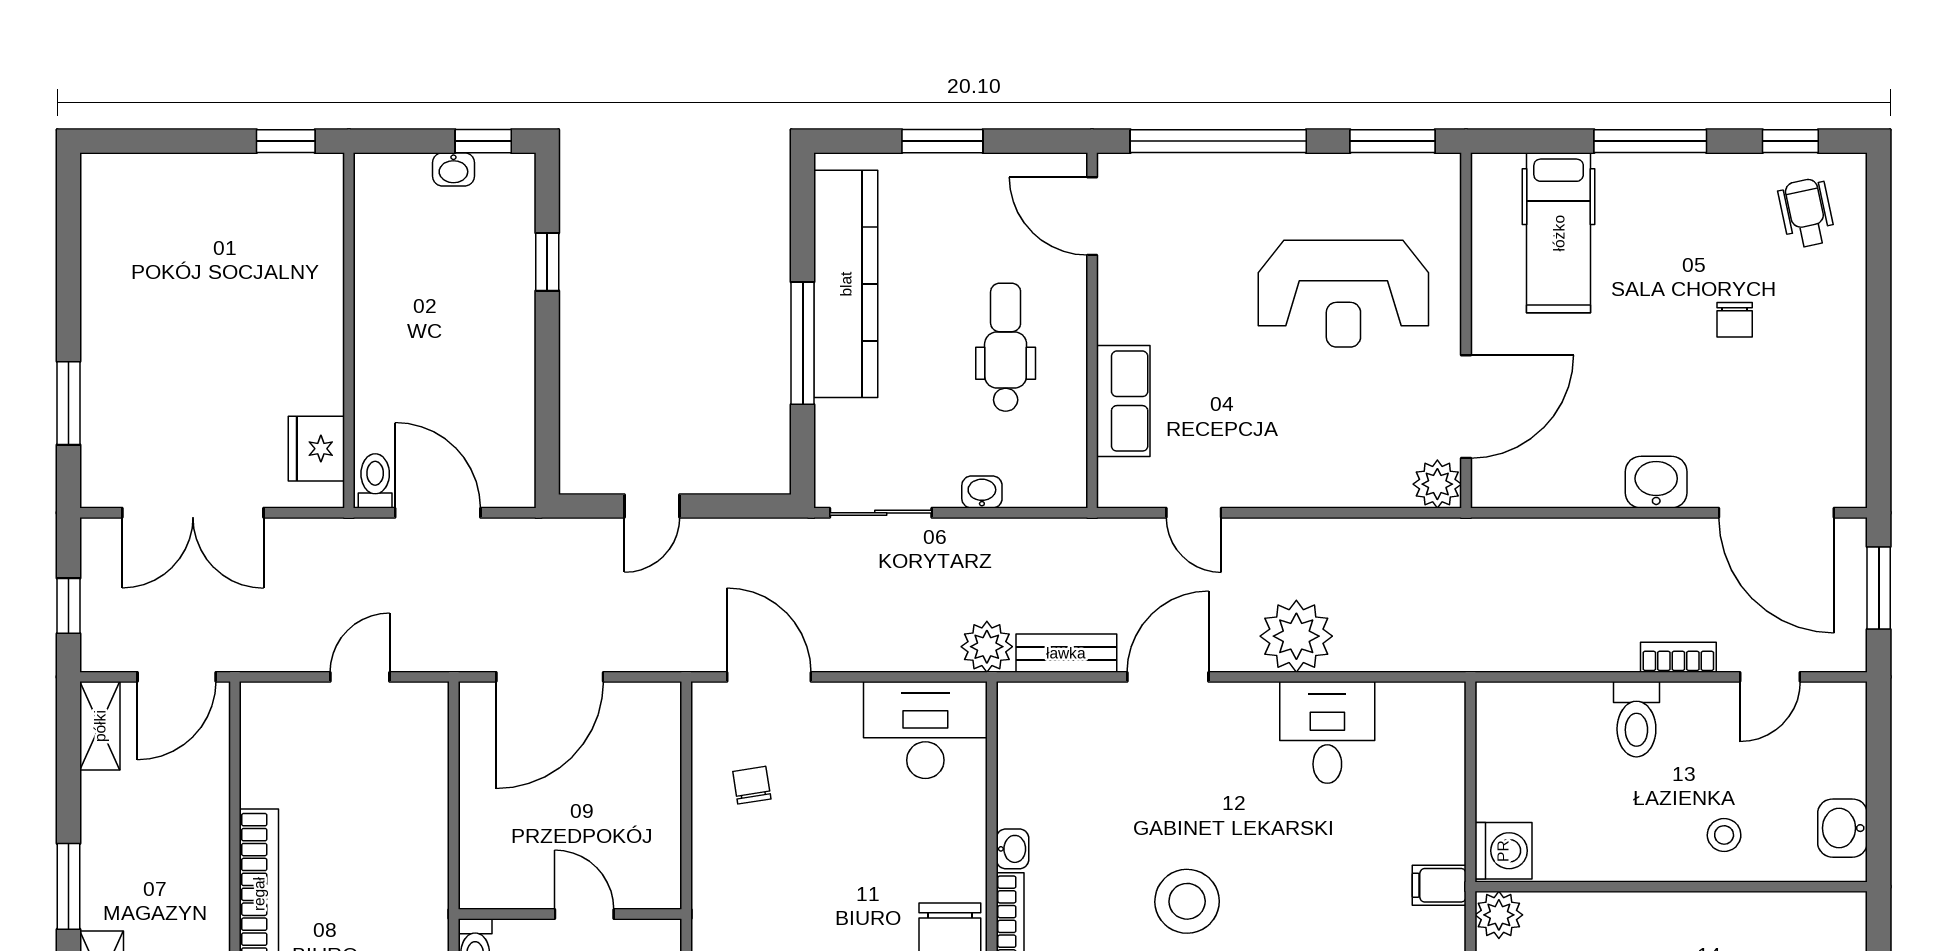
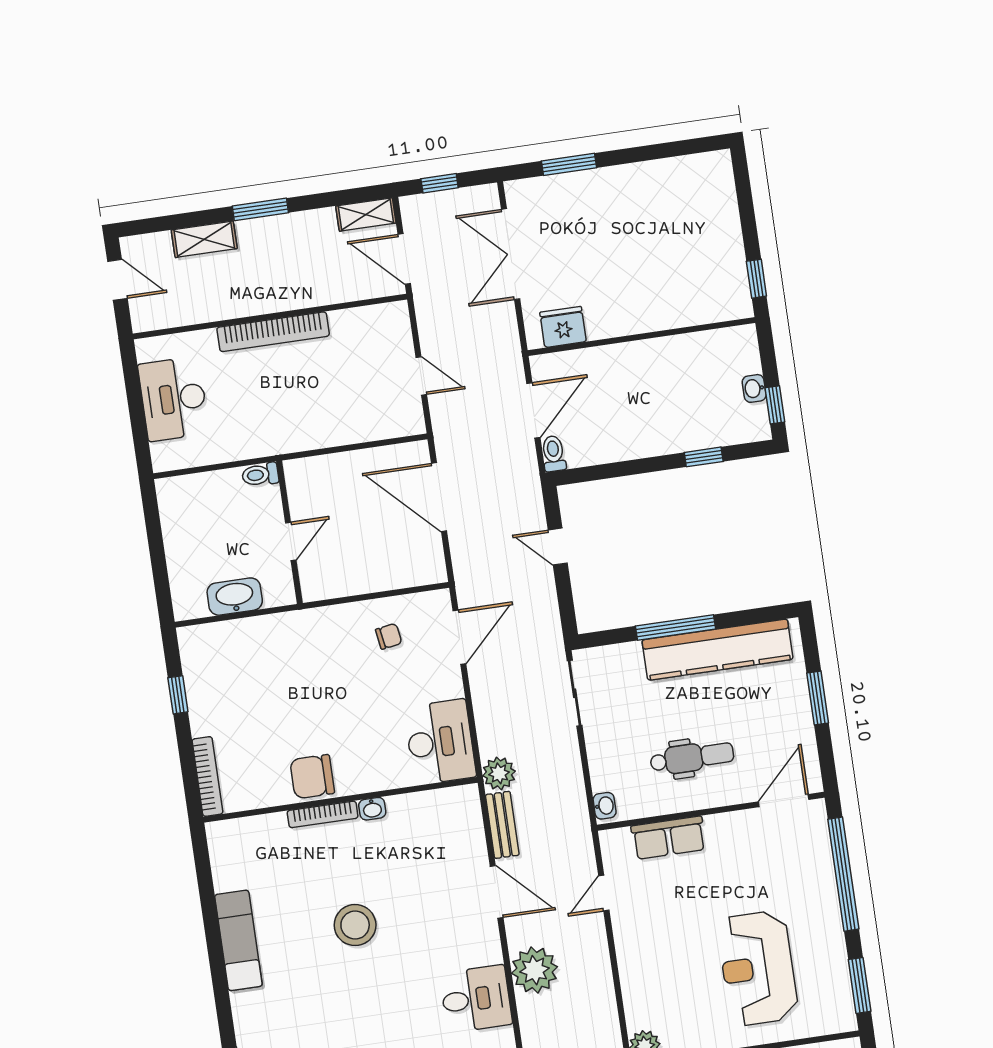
toilet: (375, 481) -> (554, 454), moved, turned -90
washbasin: (982, 492) -> (605, 806), moved

